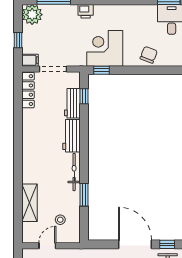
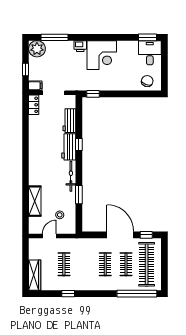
corner desk: (105, 48) -> (102, 55), moved, turned 180
chair: (149, 55) -> (147, 81), moved
locker: (28, 90) -> (34, 105), width x0.66
window: (84, 96) -> (79, 144), moved

